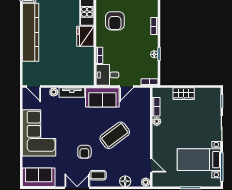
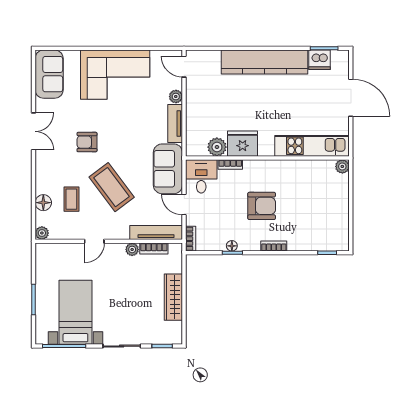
armchair: (115, 21) -> (262, 206), moved, turned 180
fridge: (85, 36) -> (243, 144), moved
plant: (88, 64) -> (217, 147), added
door: (34, 86) -> (184, 67), hinge flipped
wardrobe: (184, 94) -> (173, 297), width x1.50
tv unit: (145, 105) -> (156, 233), added
door: (151, 165) -> (94, 241), moved
coffee table: (98, 175) -> (71, 199), moved

